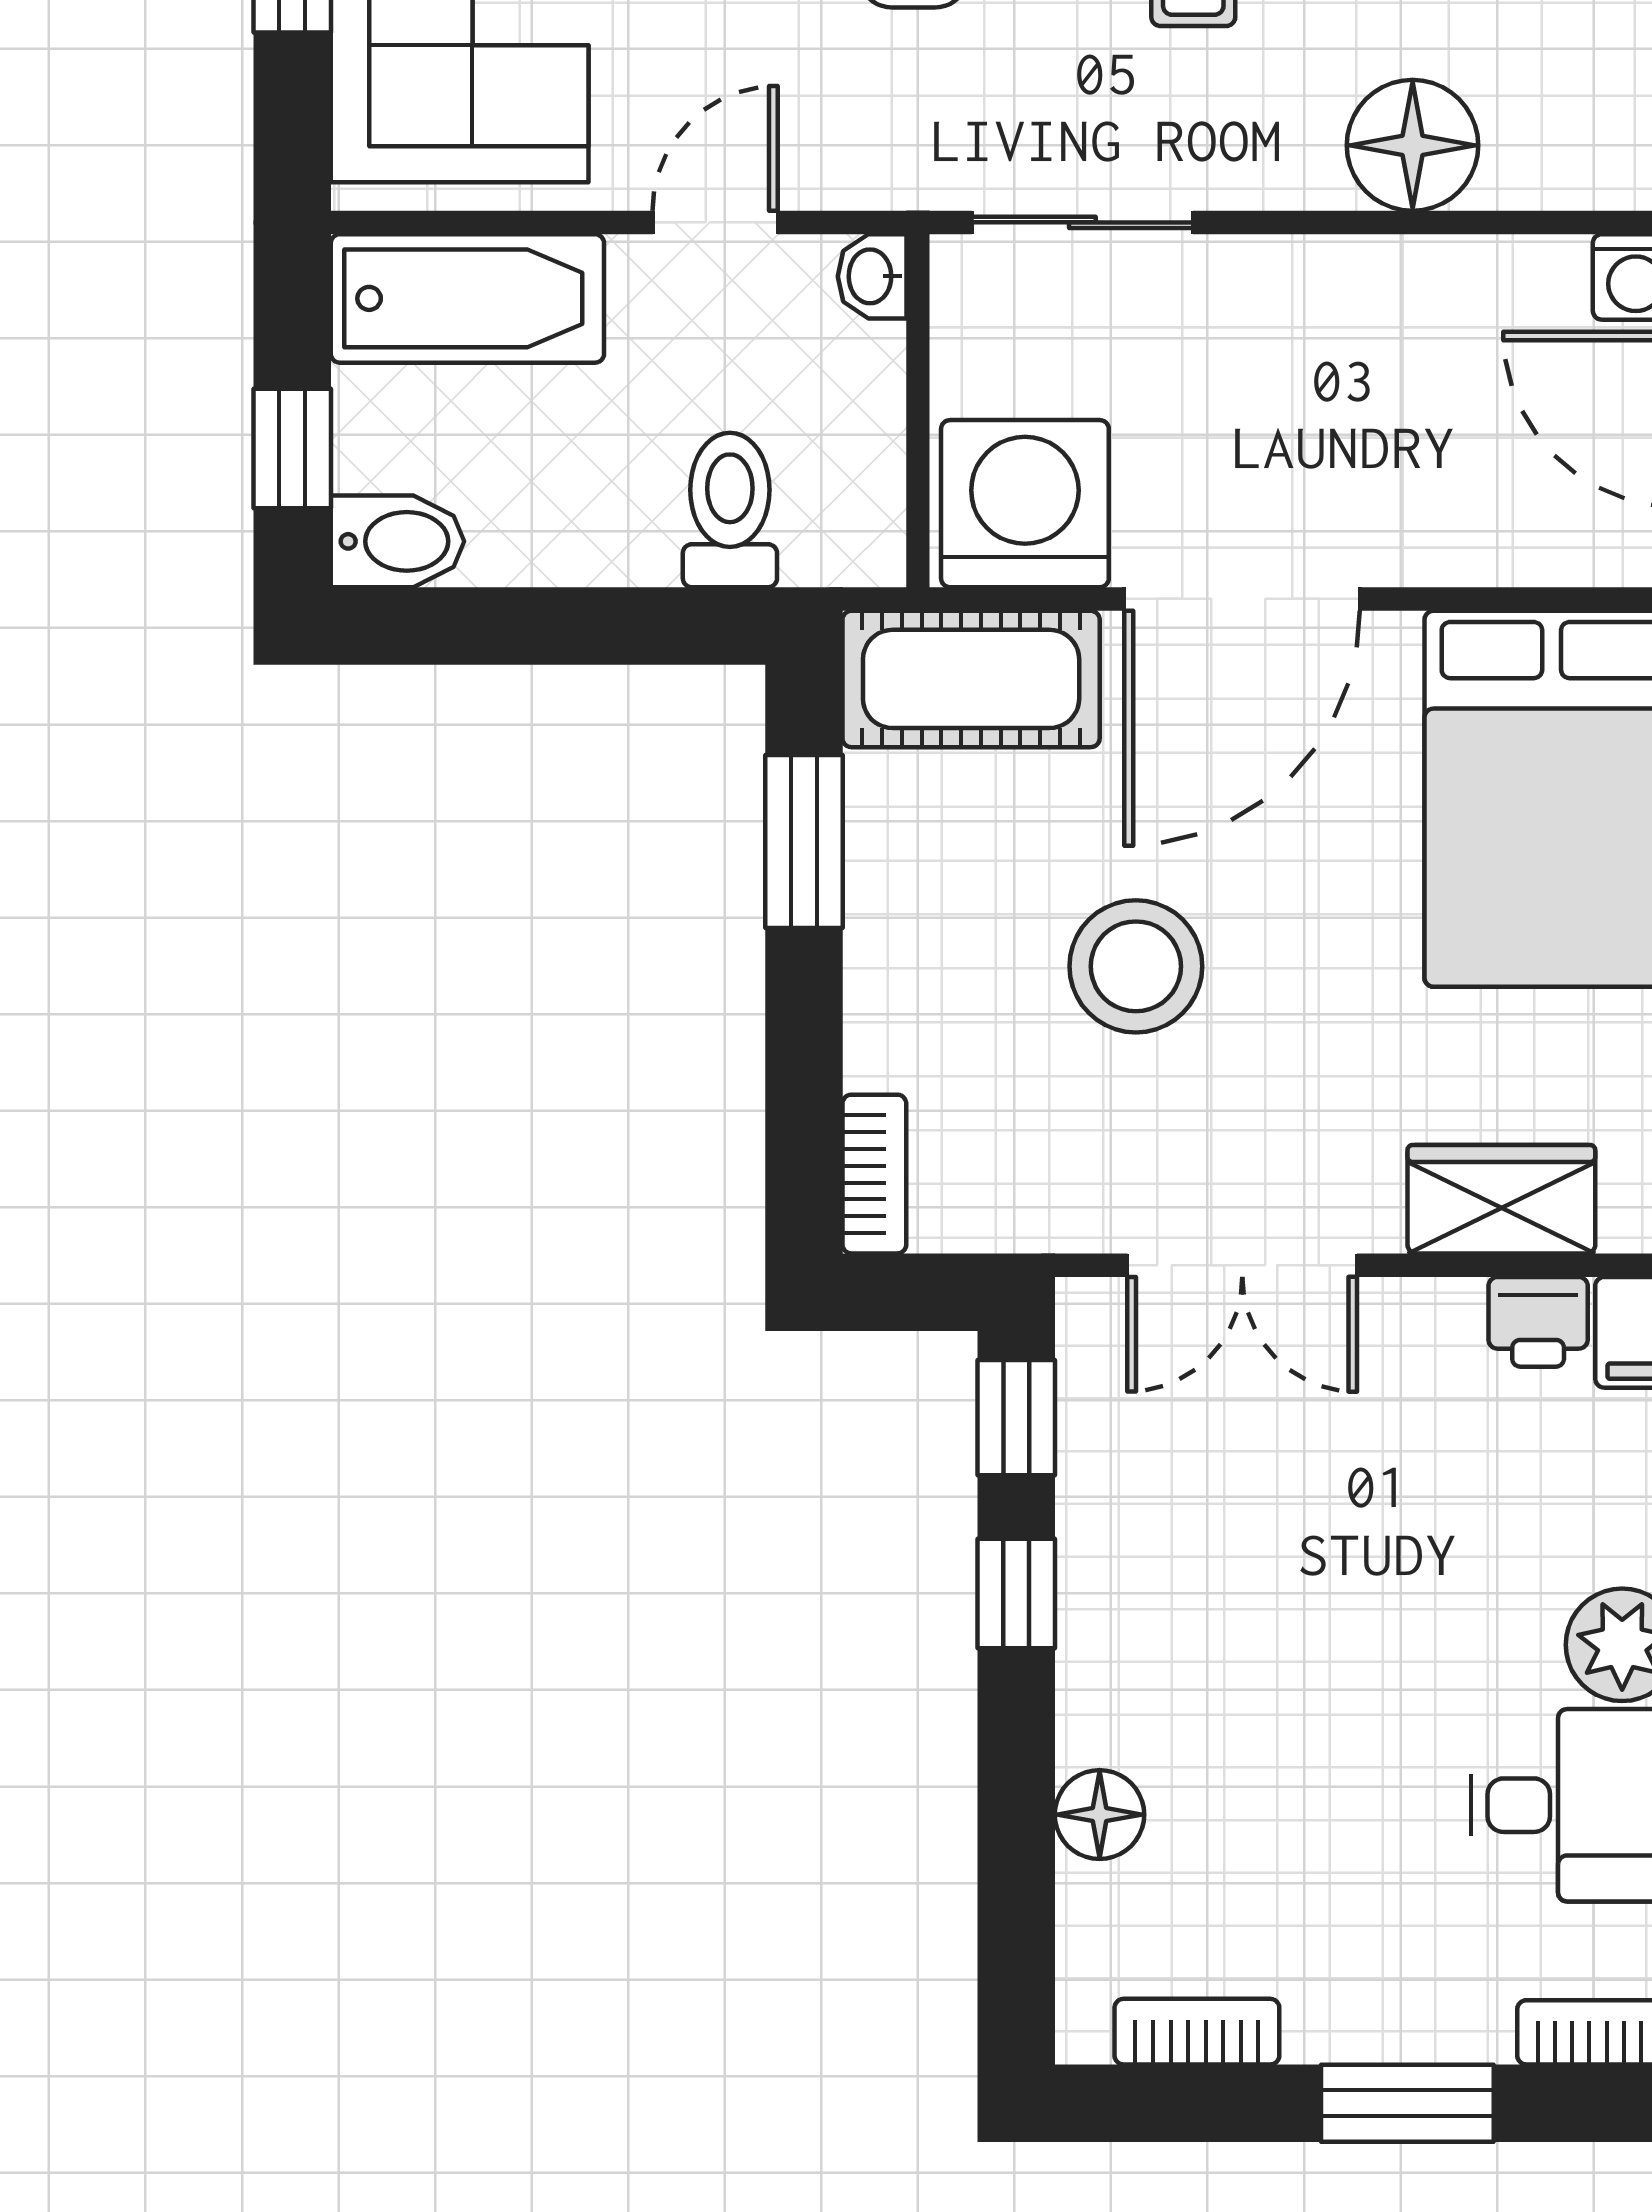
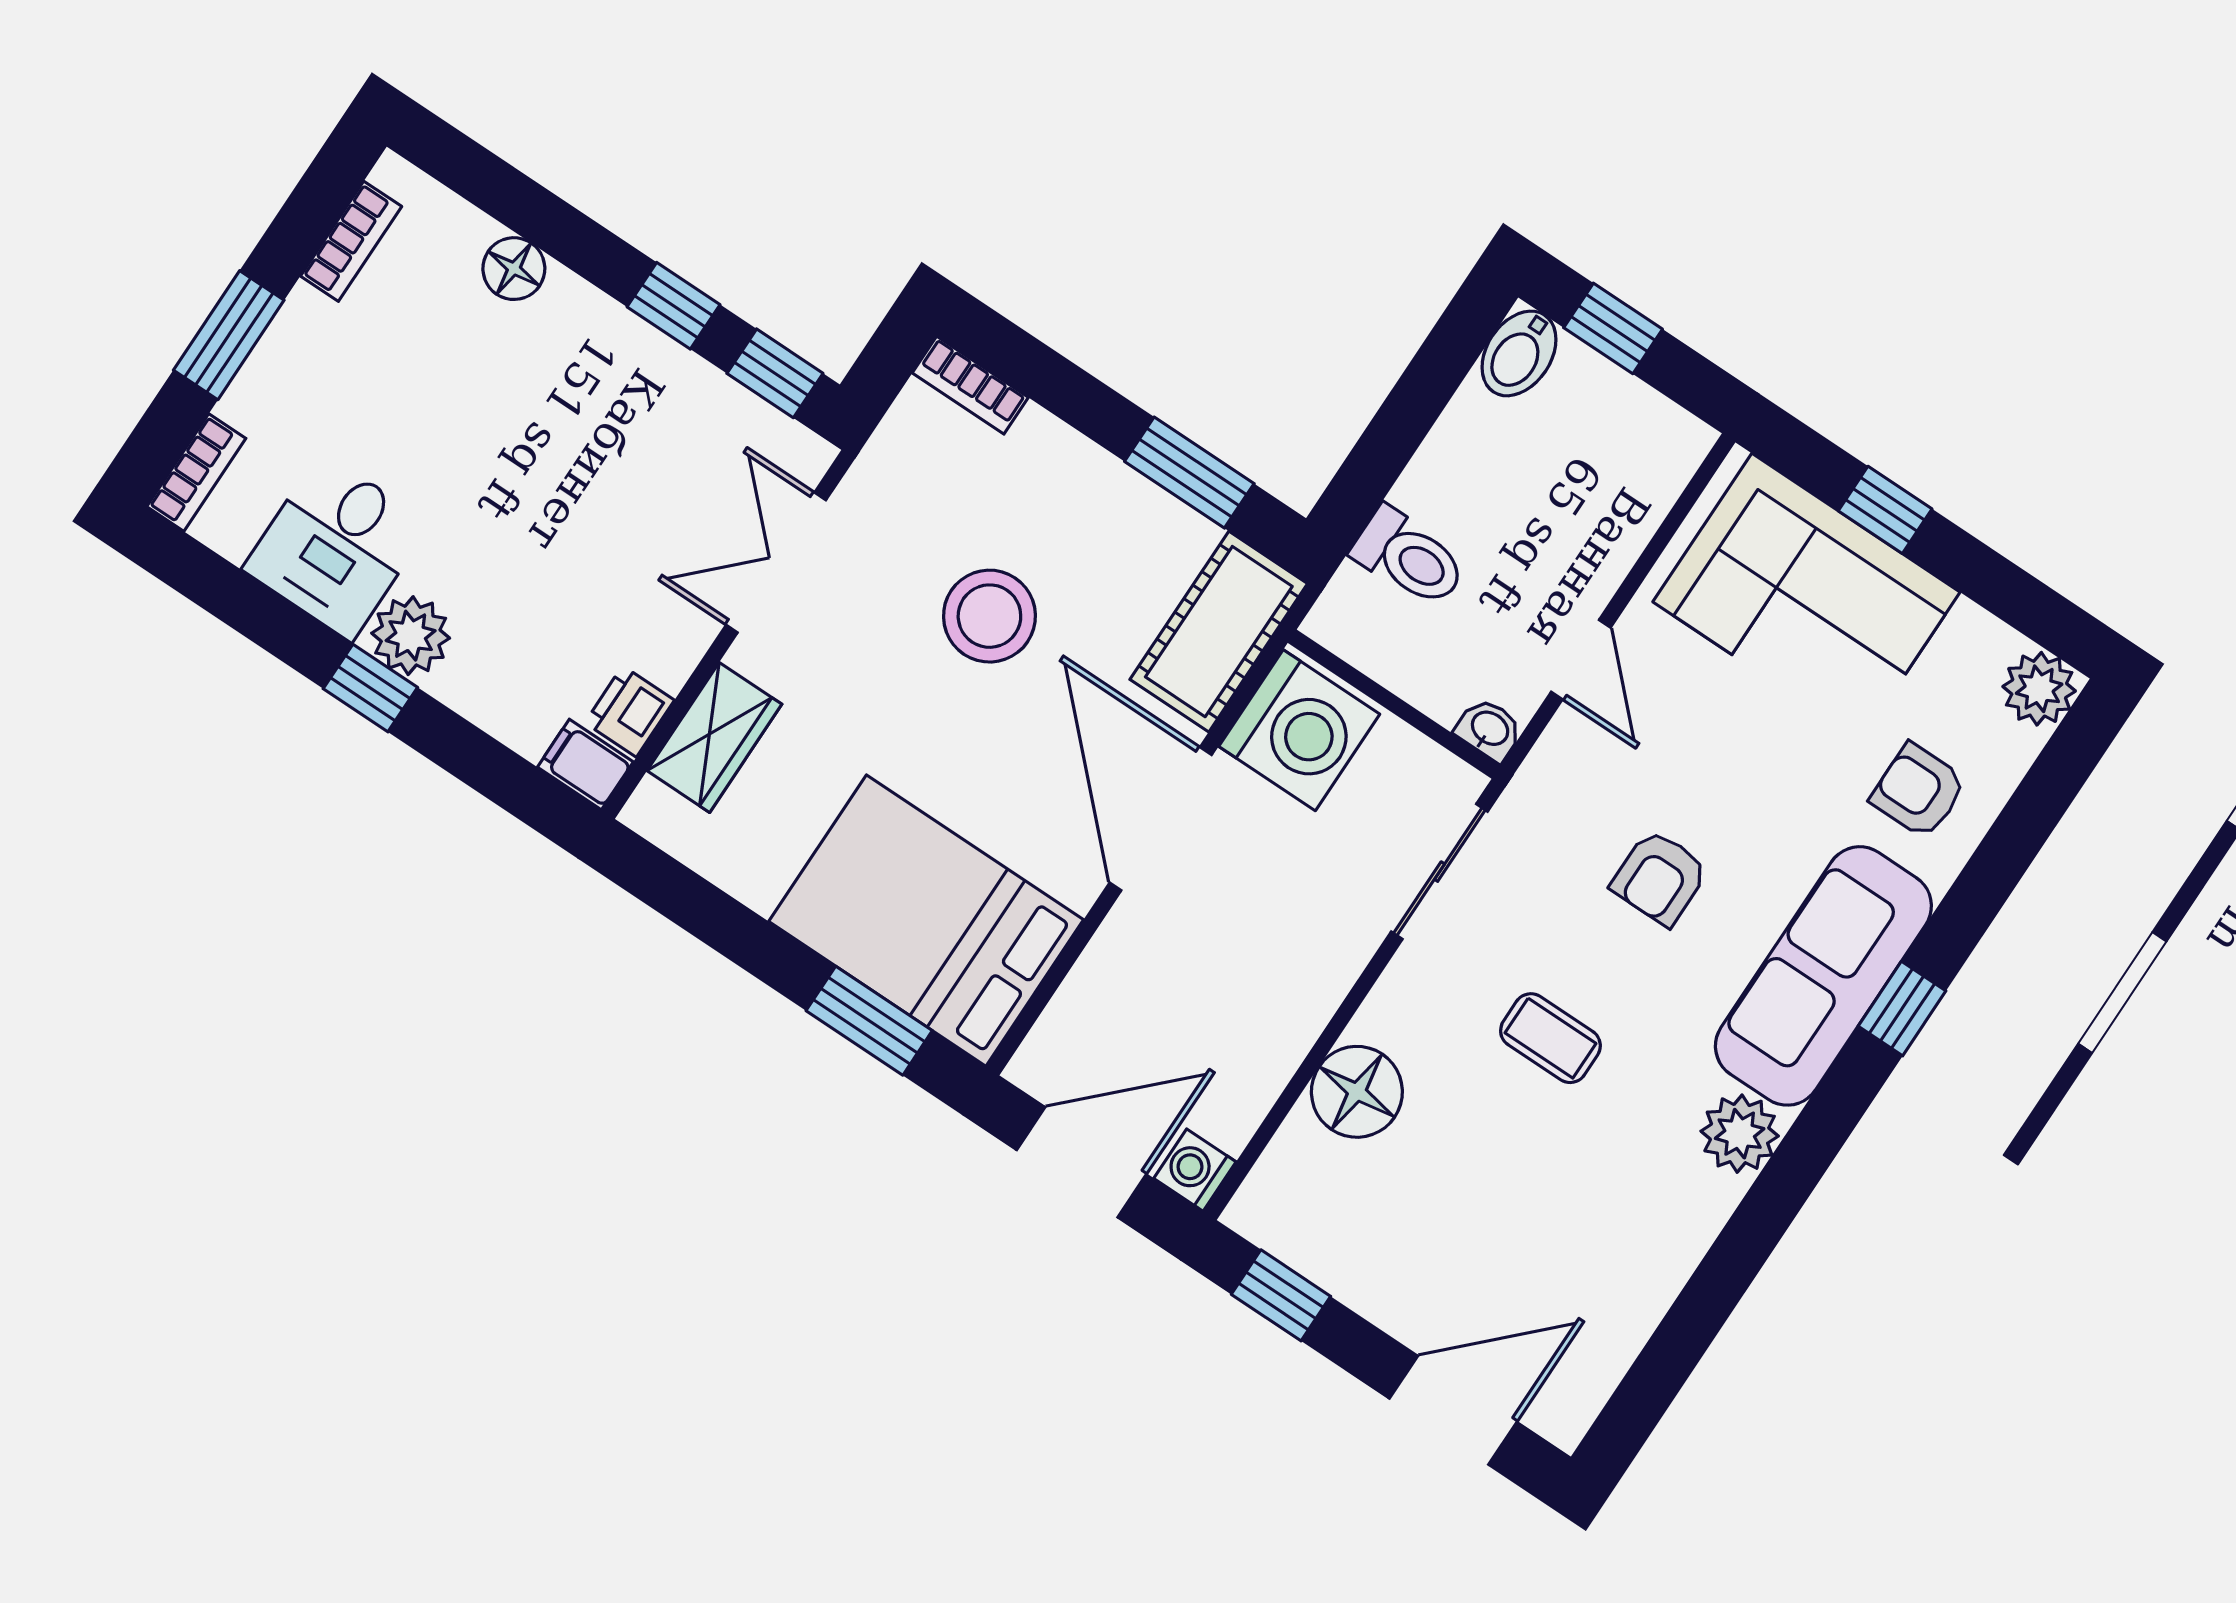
bathtub: (467, 298) -> (1632, 487), removed

